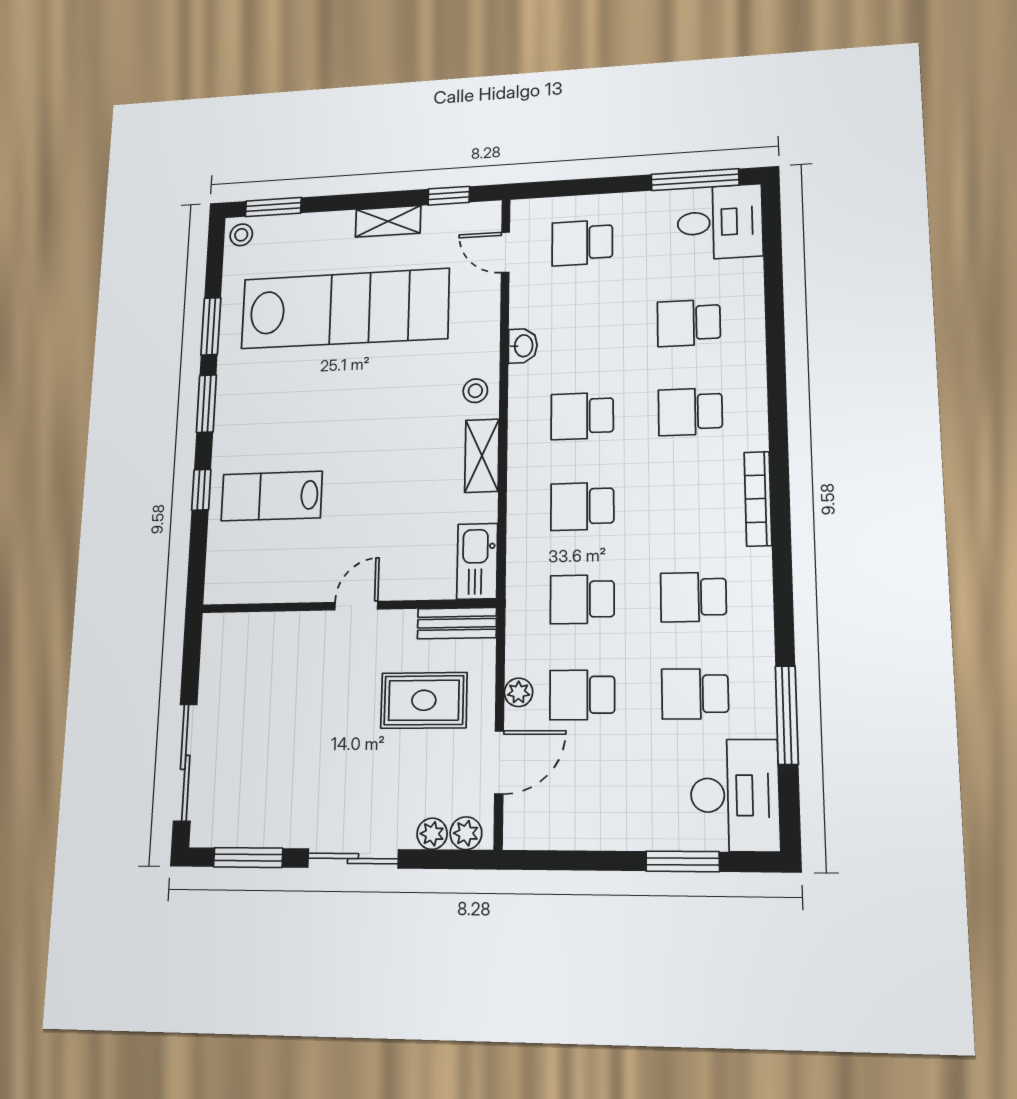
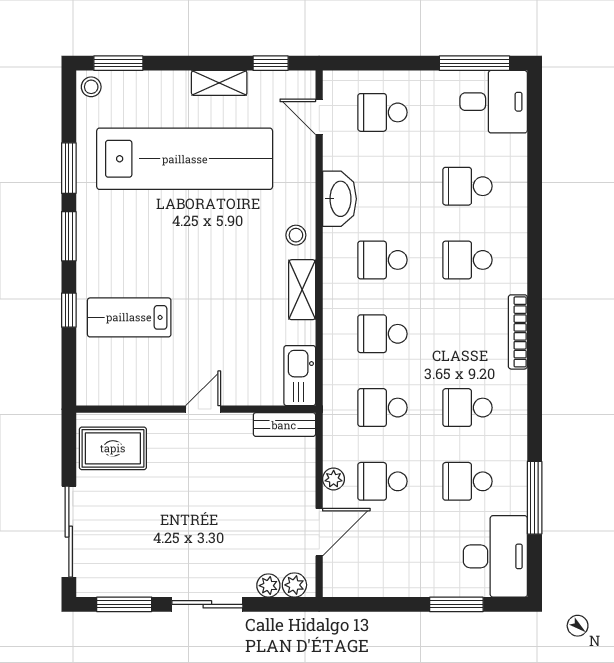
washbasin: (523, 346) -> (339, 199), width x1.91, depth x1.45
rug: (424, 700) -> (113, 448), moved

